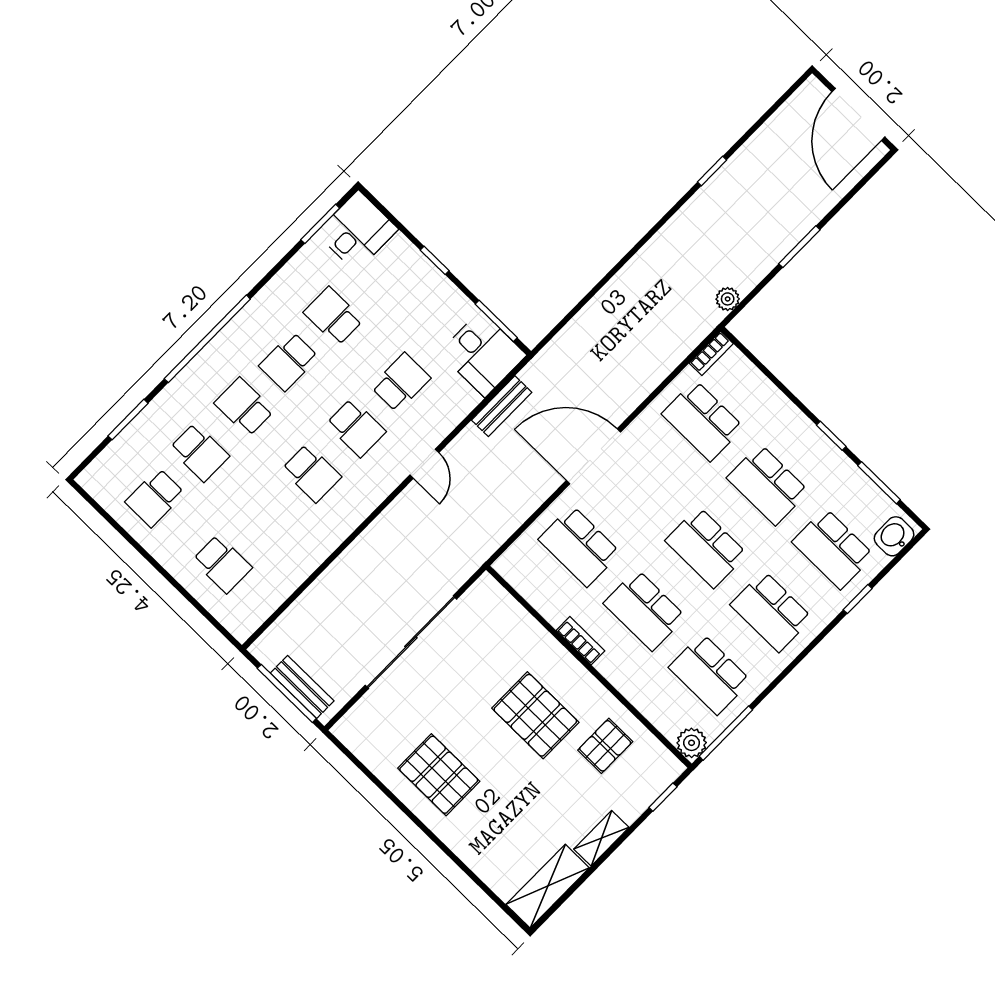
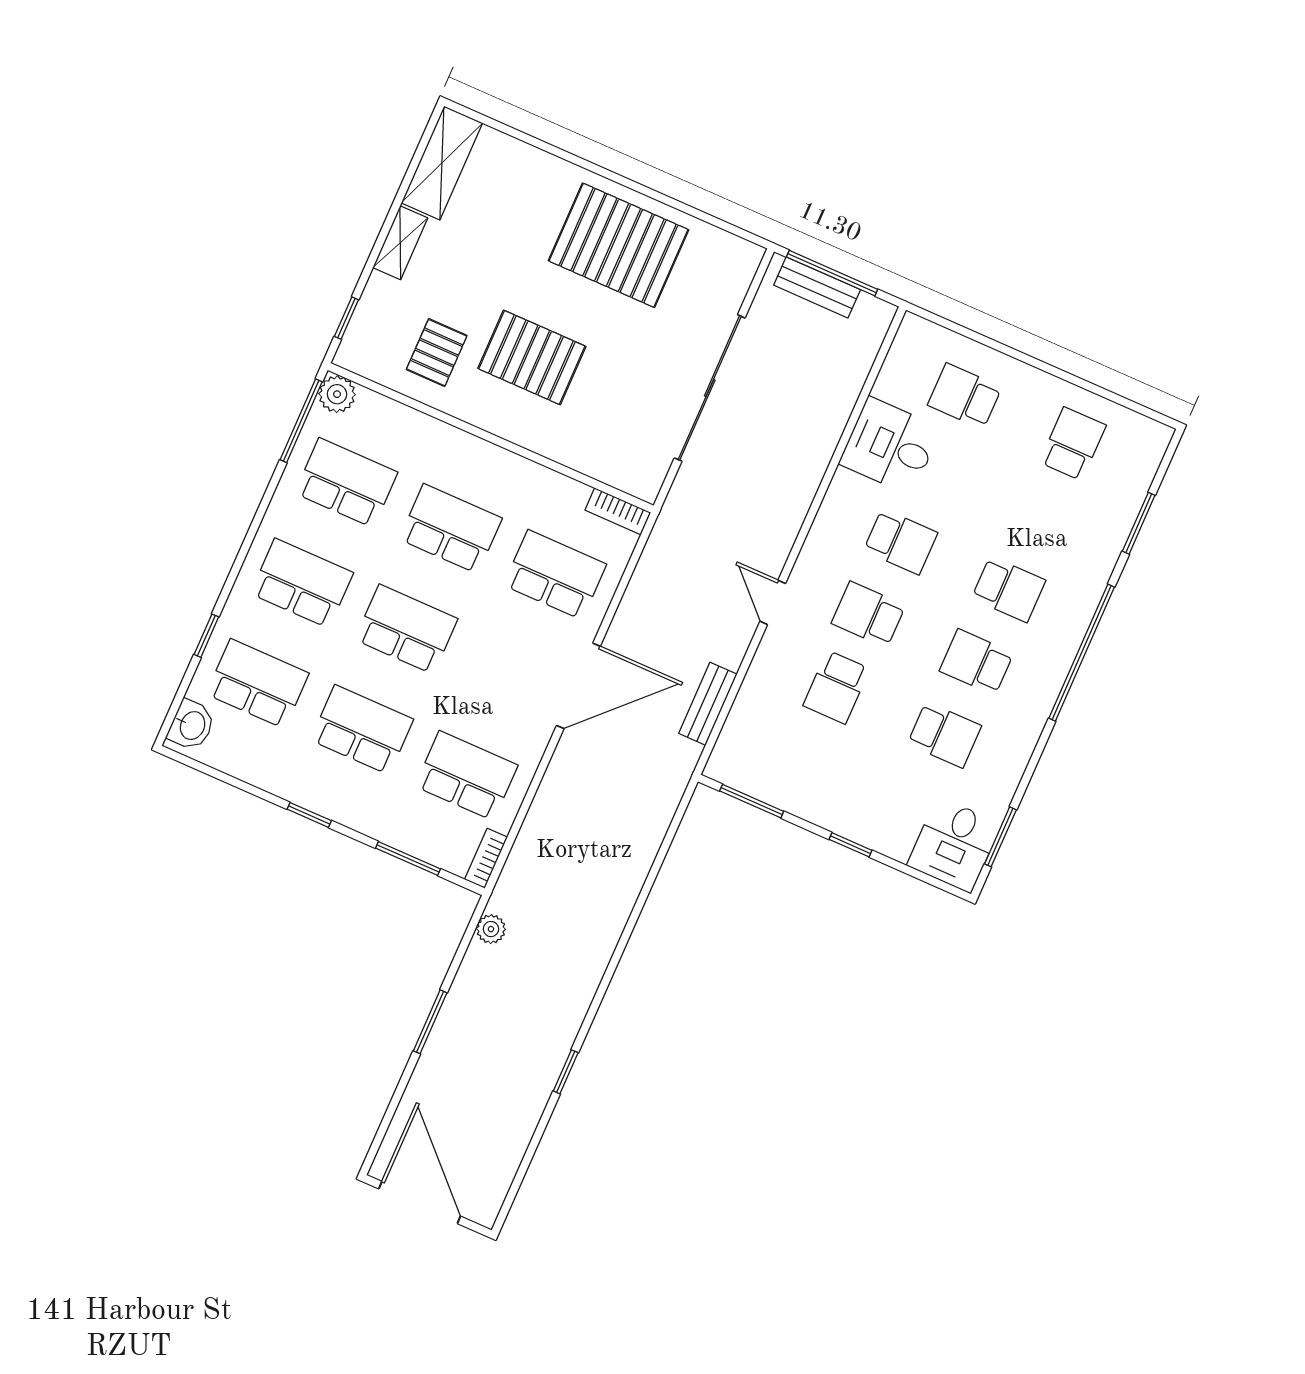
desk: (483, 354) -> (890, 446), moved
school desk: (289, 361) -> (976, 662), turned -90
school desk: (199, 452) -> (1041, 517), removed
school desk: (311, 473) -> (901, 542), turned 180
window: (879, 483) -> (408, 858), moved
bookcase: (581, 641) -> (618, 511), moved
pallet: (439, 775) -> (619, 245), width x1.37, depth x1.41

